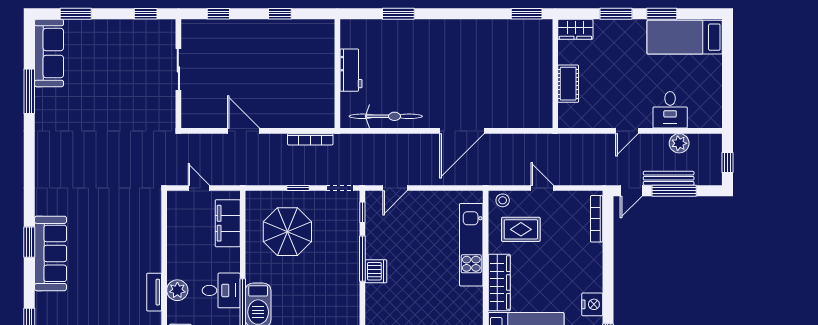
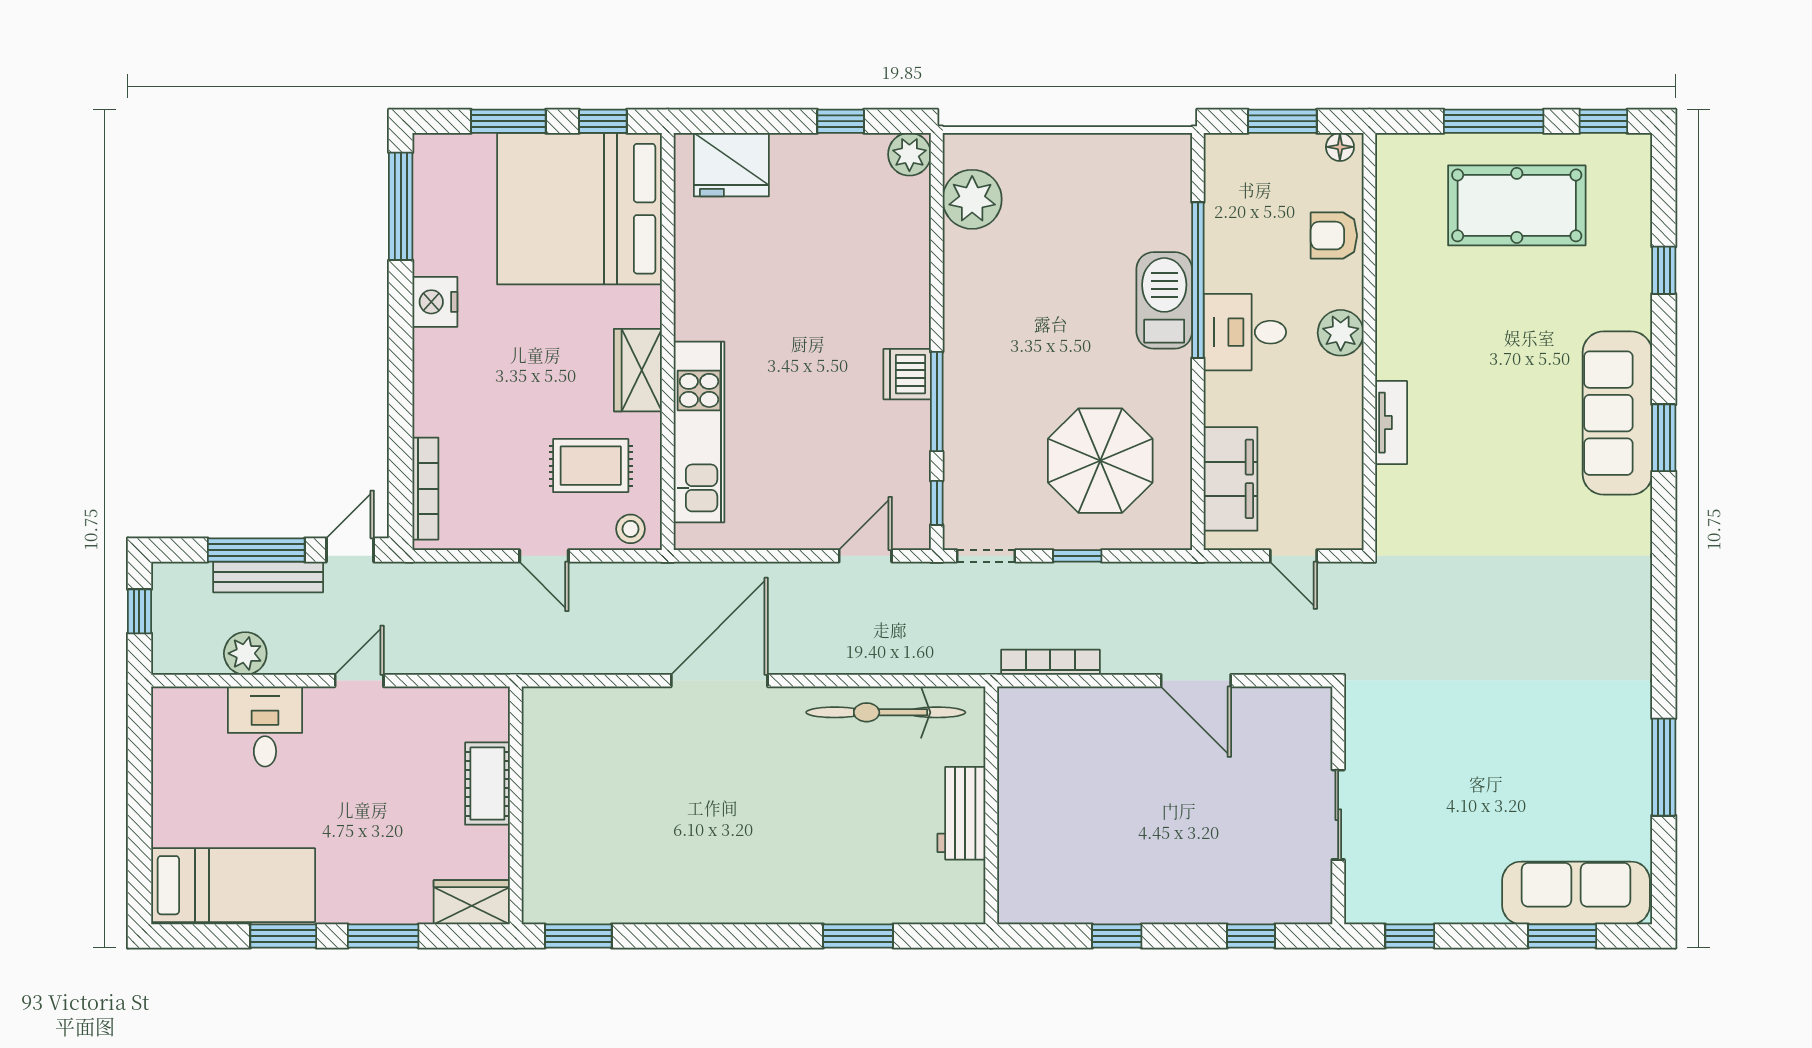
sofa: (49, 53) -> (1576, 893), moved, turned 90
wardrobe: (499, 283) -> (638, 370), width x0.67
tv unit: (154, 292) -> (1391, 423), moved

